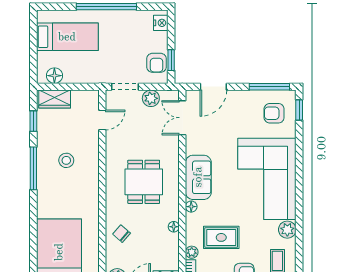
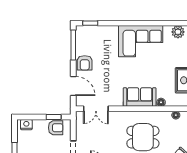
plant: (151, 98) -> (82, 132), removed
armchair: (274, 113) -> (85, 63), moved
corner sofa: (267, 179) -> (141, 41), width x0.73, depth x0.74

